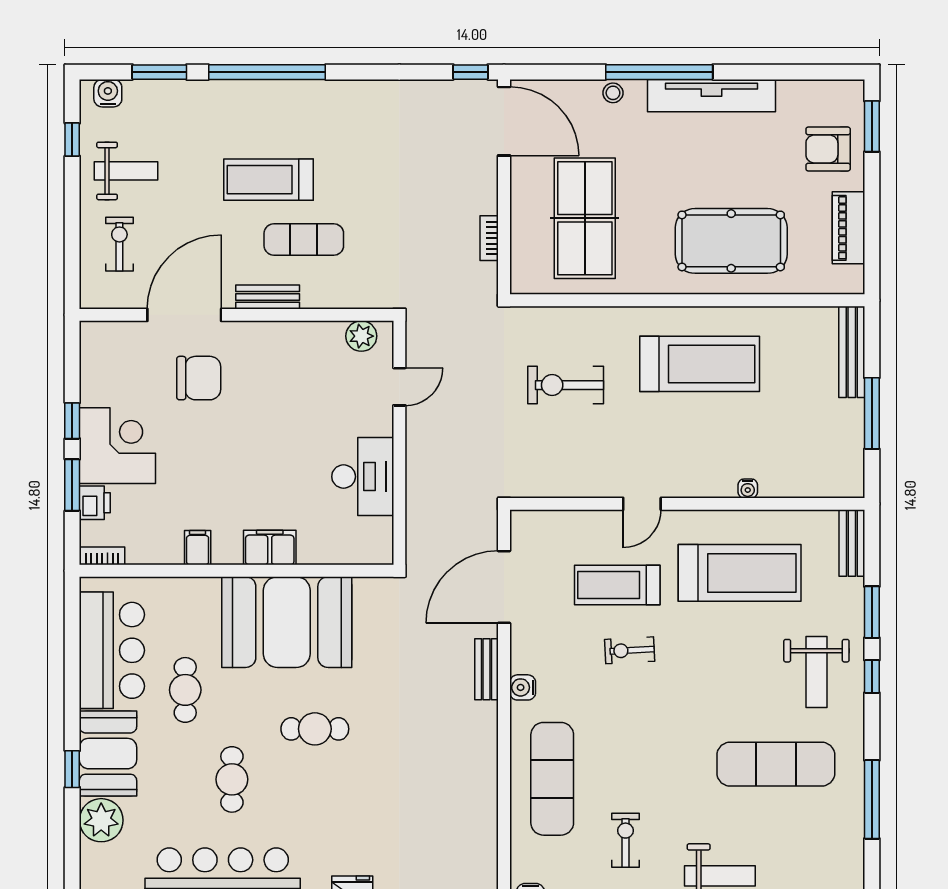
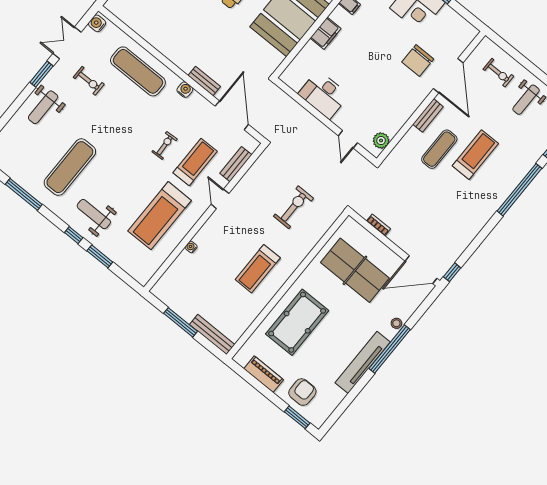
treadmill: (700, 364) -> (258, 269), width x0.73, depth x0.73
bench: (852, 543) -> (236, 164), moved, turned 90

